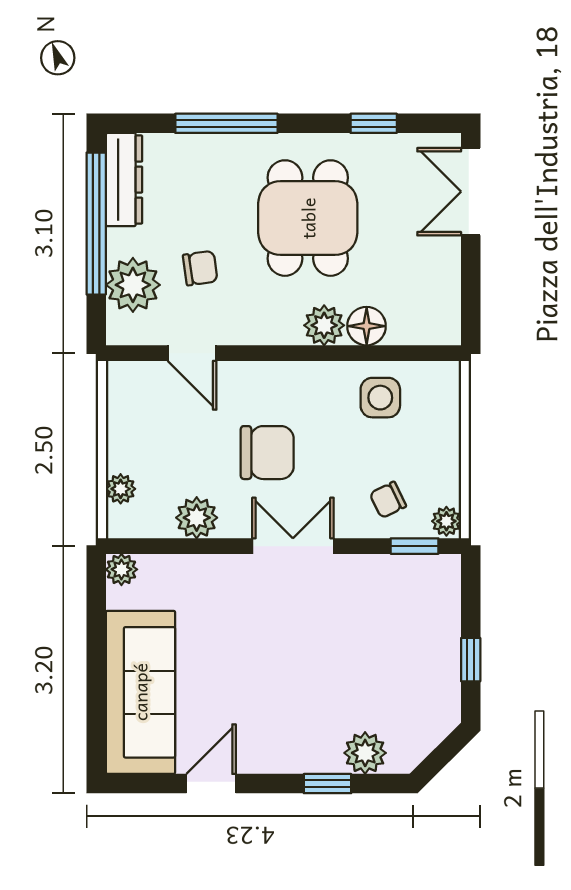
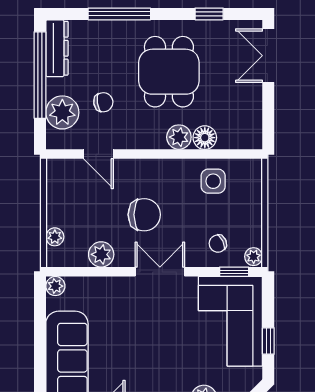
corner sofa: (409, 627) -> (230, 321), added

